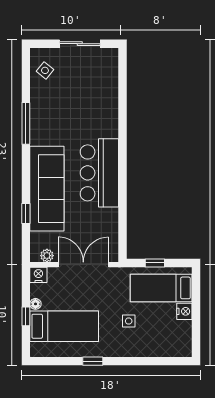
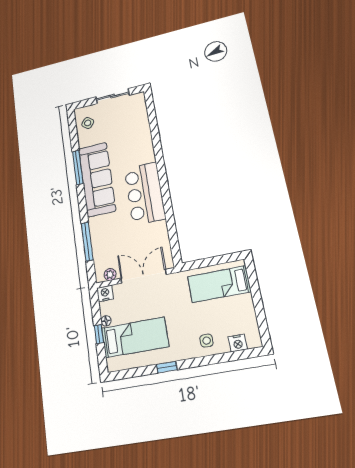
sofa: (47, 189) -> (97, 179), moved
window: (26, 214) -> (87, 241), width x2.17
window: (155, 263) -> (209, 262), removed
nightstand: (184, 311) -> (238, 343), moved, turned 90
side table: (129, 321) -> (207, 341), moved

